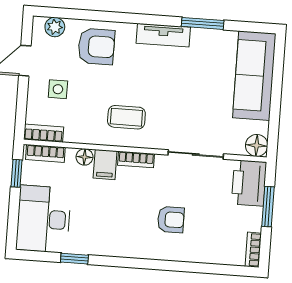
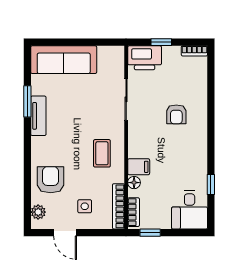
tv unit: (163, 35) -> (38, 116), moved
bookcase: (44, 133) -> (118, 206), width x1.56
floor lamp: (257, 145) -> (116, 54), removed
bookcase: (136, 160) -> (133, 144), removed
window: (268, 207) -> (161, 42), width x0.67
desk: (43, 219) -> (190, 210), width x0.73
armchair: (171, 220) -> (176, 114), turned 180

